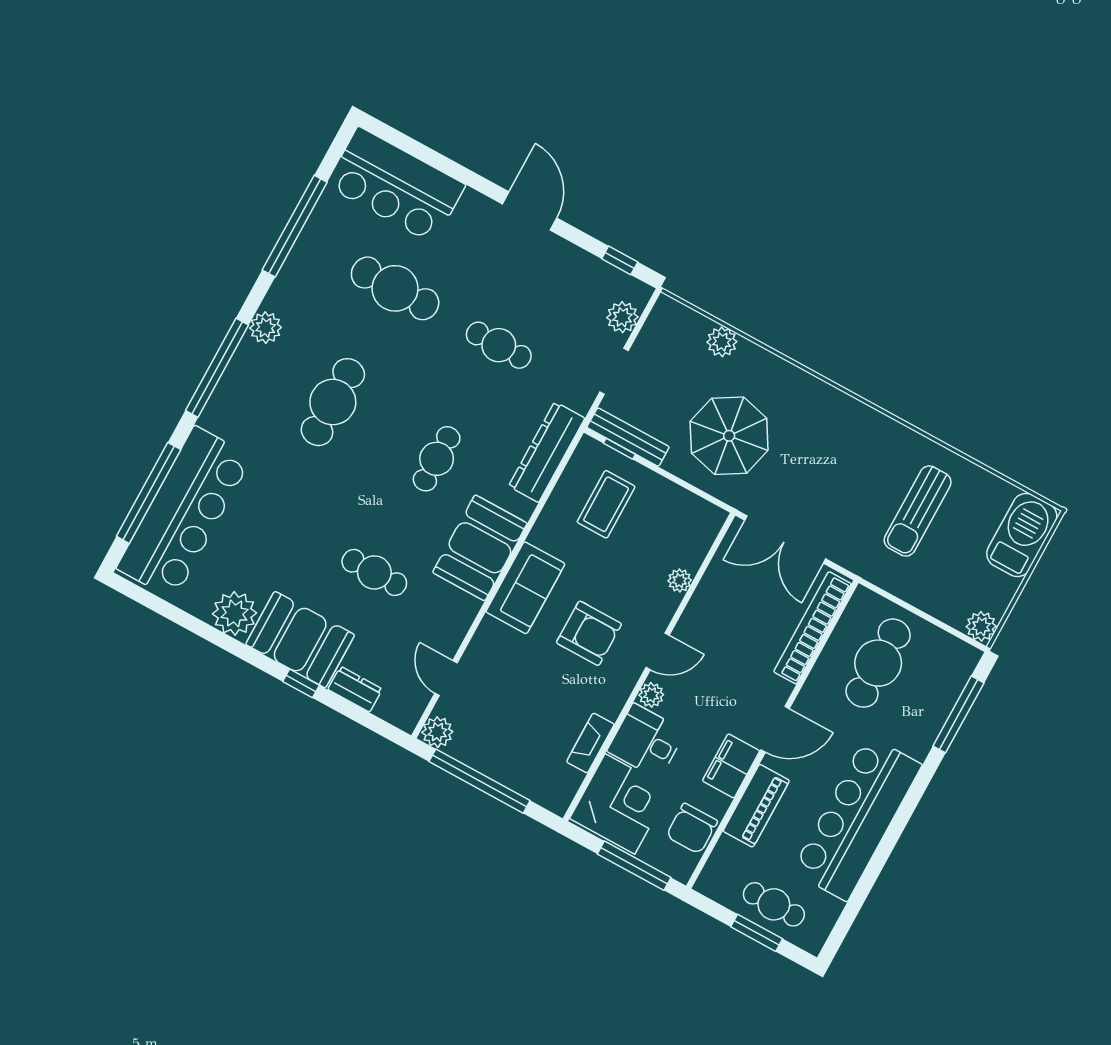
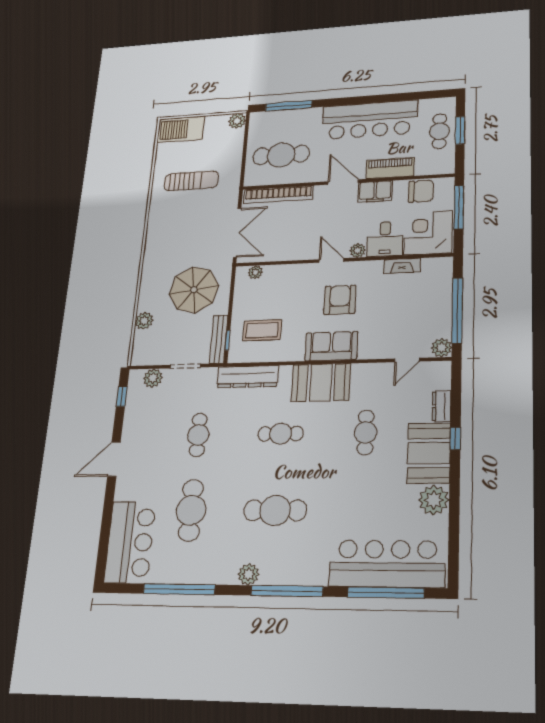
plant: (680, 580) -> (255, 272), moved

